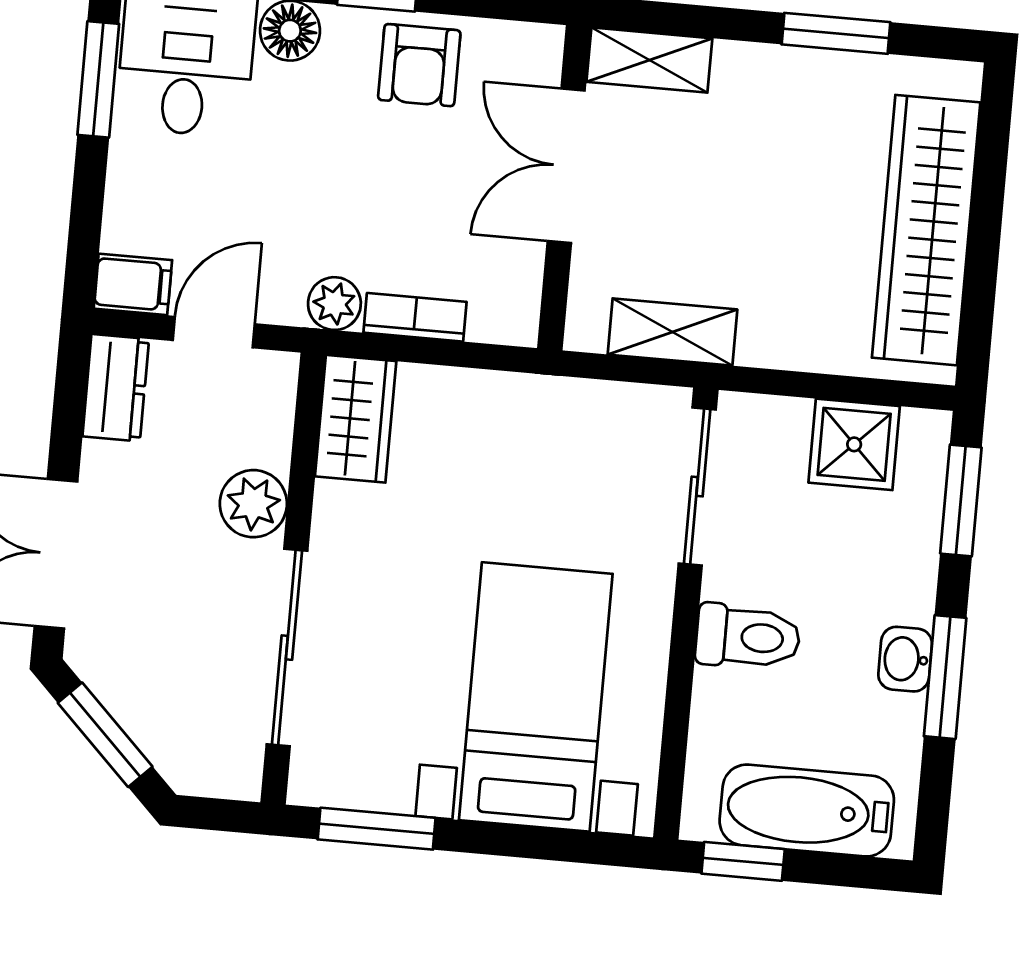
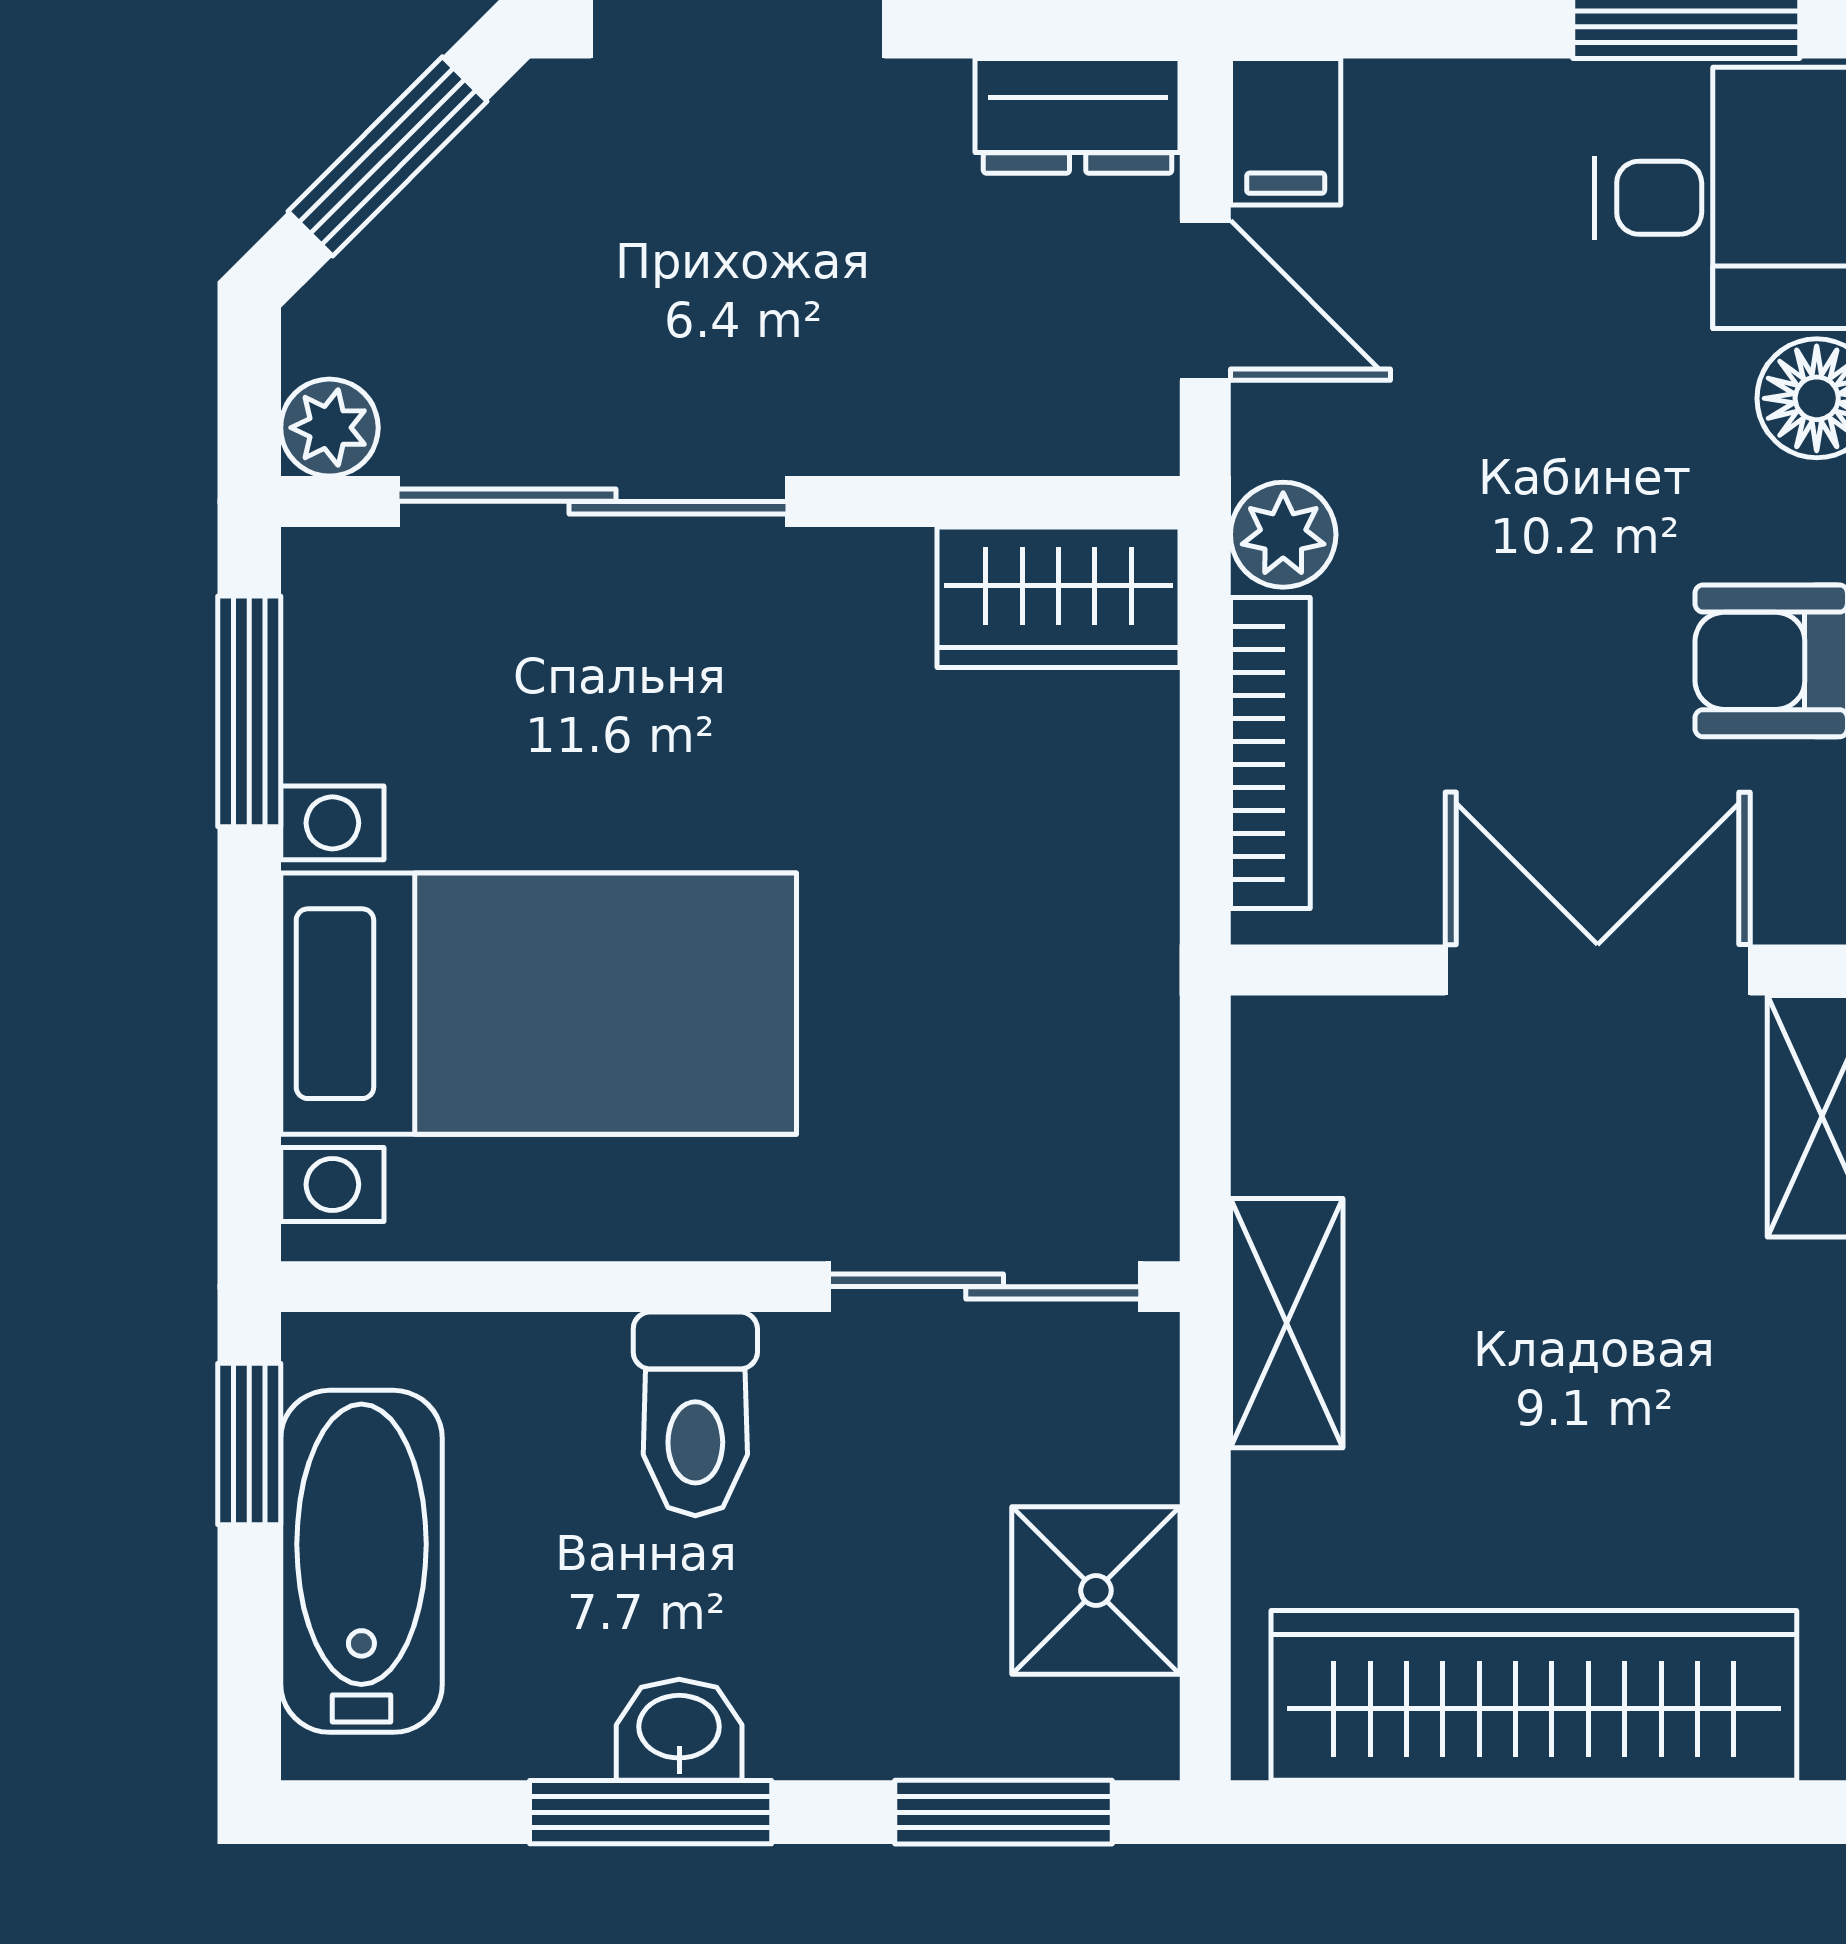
bookcase: (415, 317) -> (1270, 753), width x1.56
shelving: (672, 332) -> (1287, 1323), moved
plant: (253, 504) -> (329, 428), moved, width x0.73, depth x0.73

